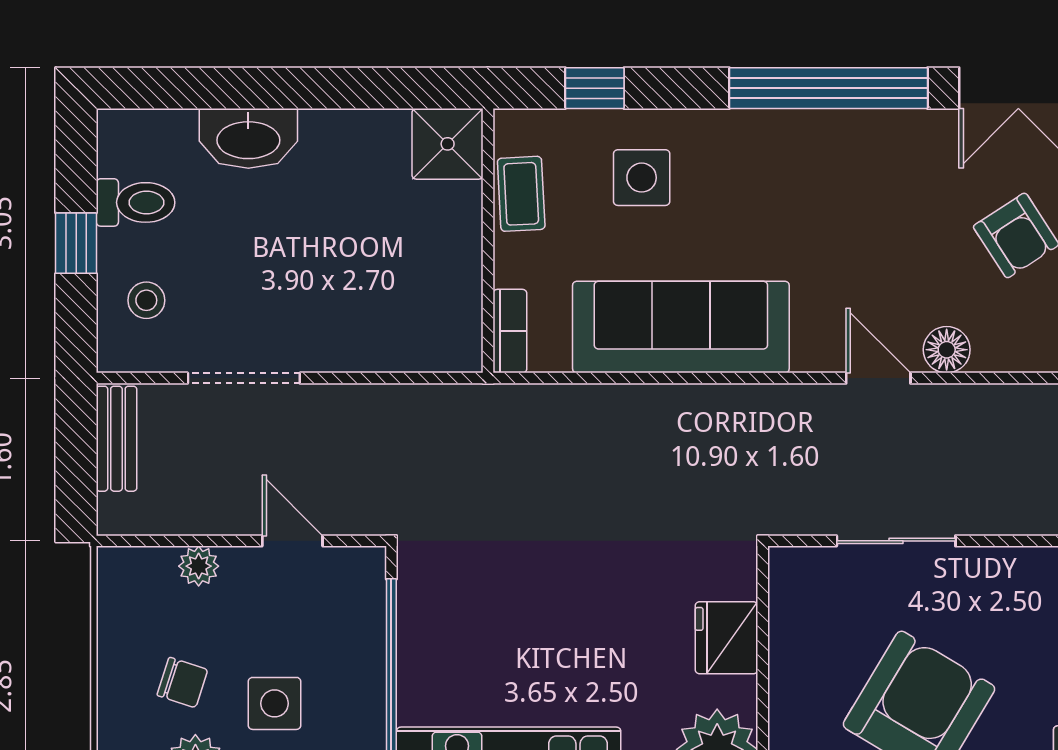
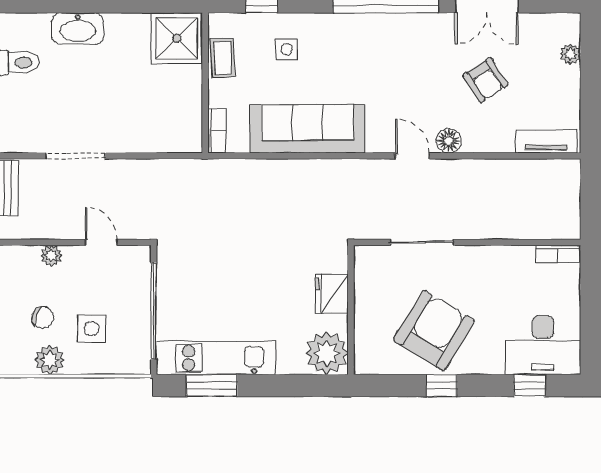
shower: (448, 144) -> (177, 38), width x1.36, depth x1.36
side table: (642, 178) -> (287, 49), width x0.73, depth x0.73
stool: (146, 300) -> (24, 115), removed

